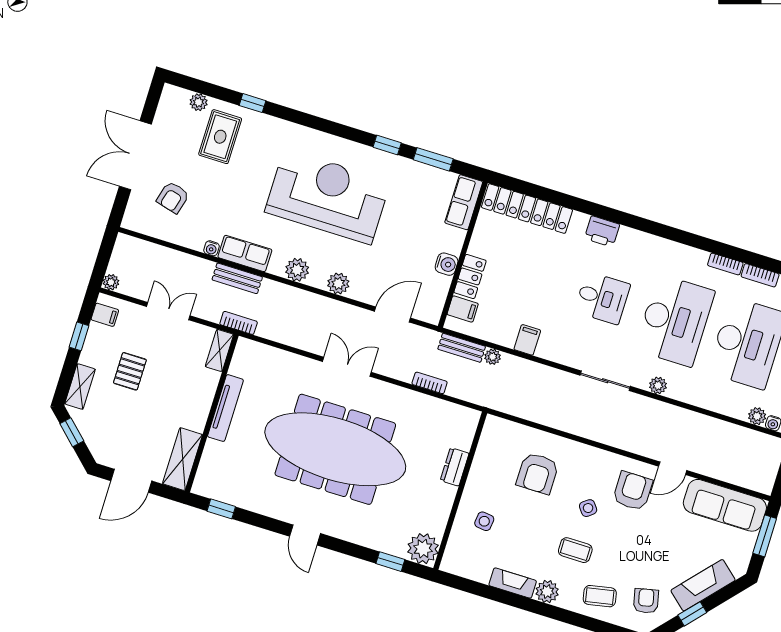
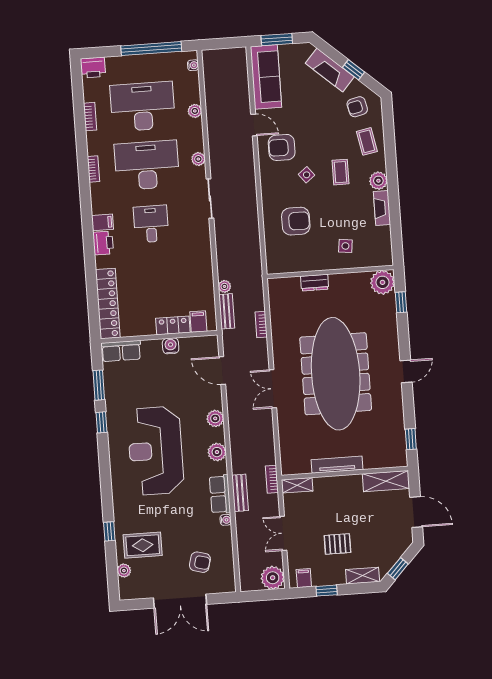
bookcase: (725, 264) -> (93, 169), moved
plant: (111, 282) -> (273, 578), width x1.88, depth x1.88
filing cabinet: (527, 340) -> (102, 222), moved, turned 180
plant: (757, 416) -> (195, 111), moved

